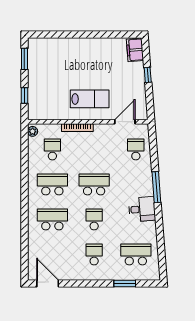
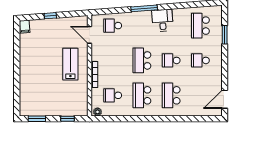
filing cabinet: (135, 50) -> (25, 27), width x0.50

